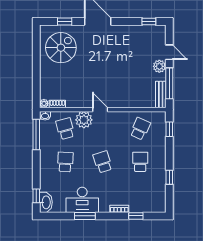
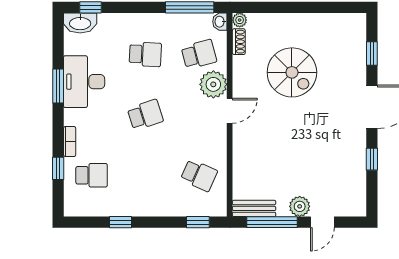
window: (149, 21) -> (372, 159), moved
spiral stairs: (61, 48) -> (292, 72), moved
school desk: (140, 162) -> (92, 175), moved

